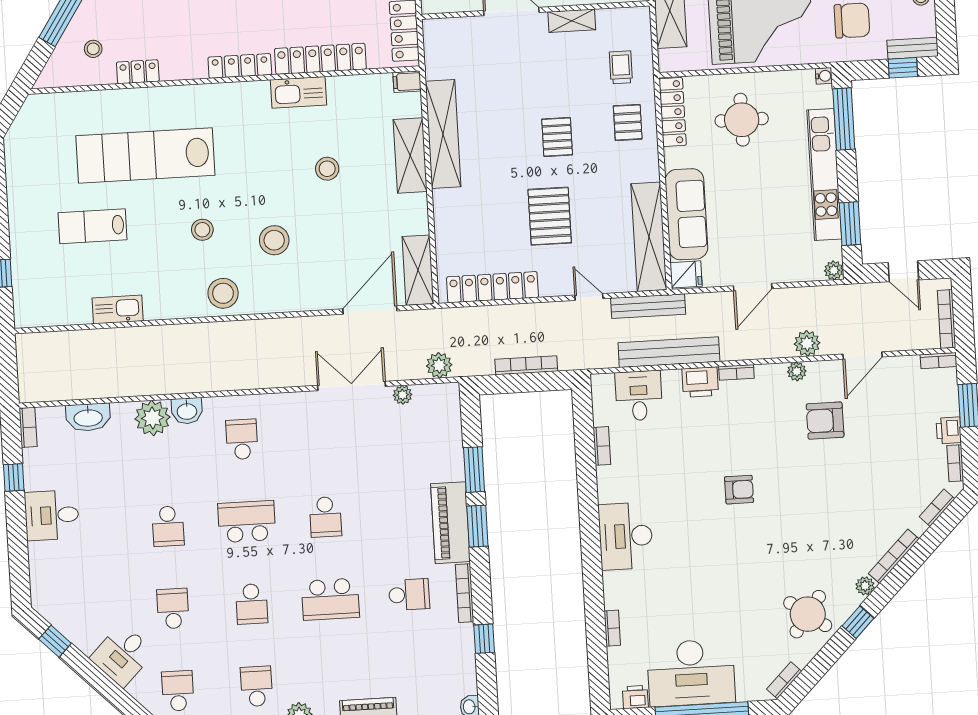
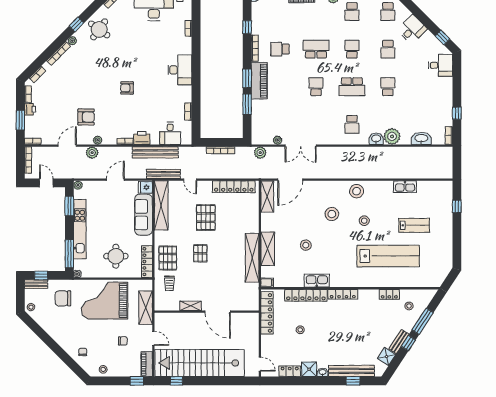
pallet: (628, 122) -> (168, 258), width x1.50, depth x1.42
desk: (52, 515) -> (440, 65), moved

